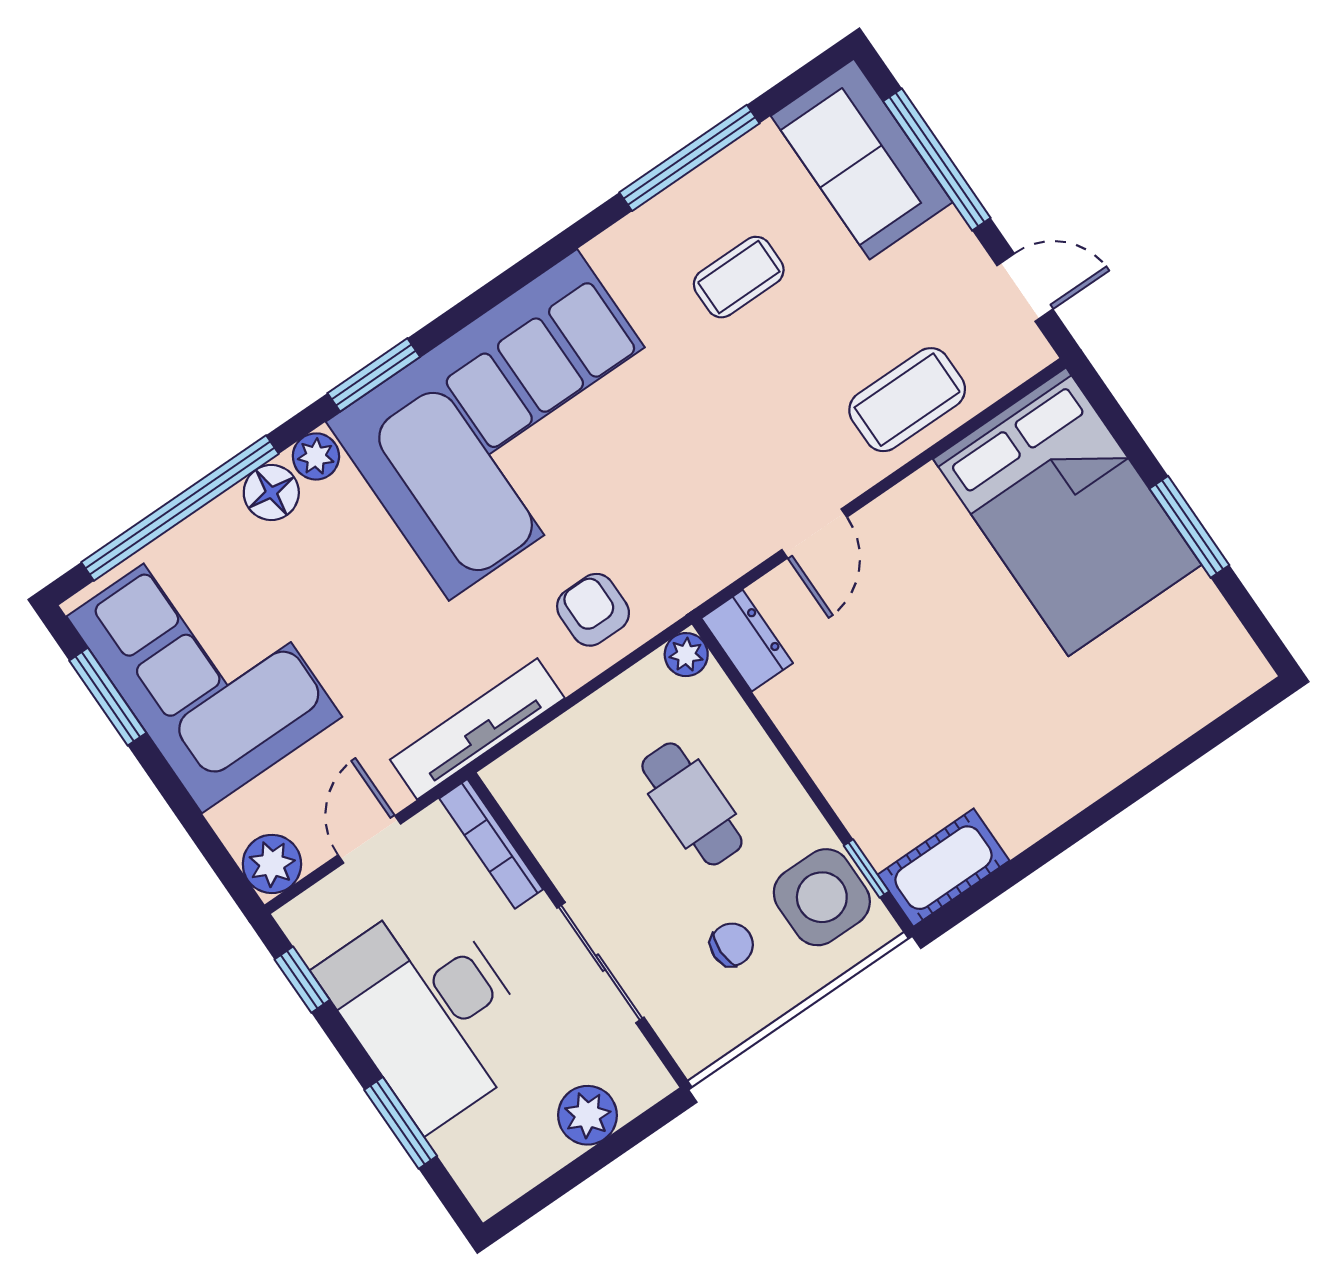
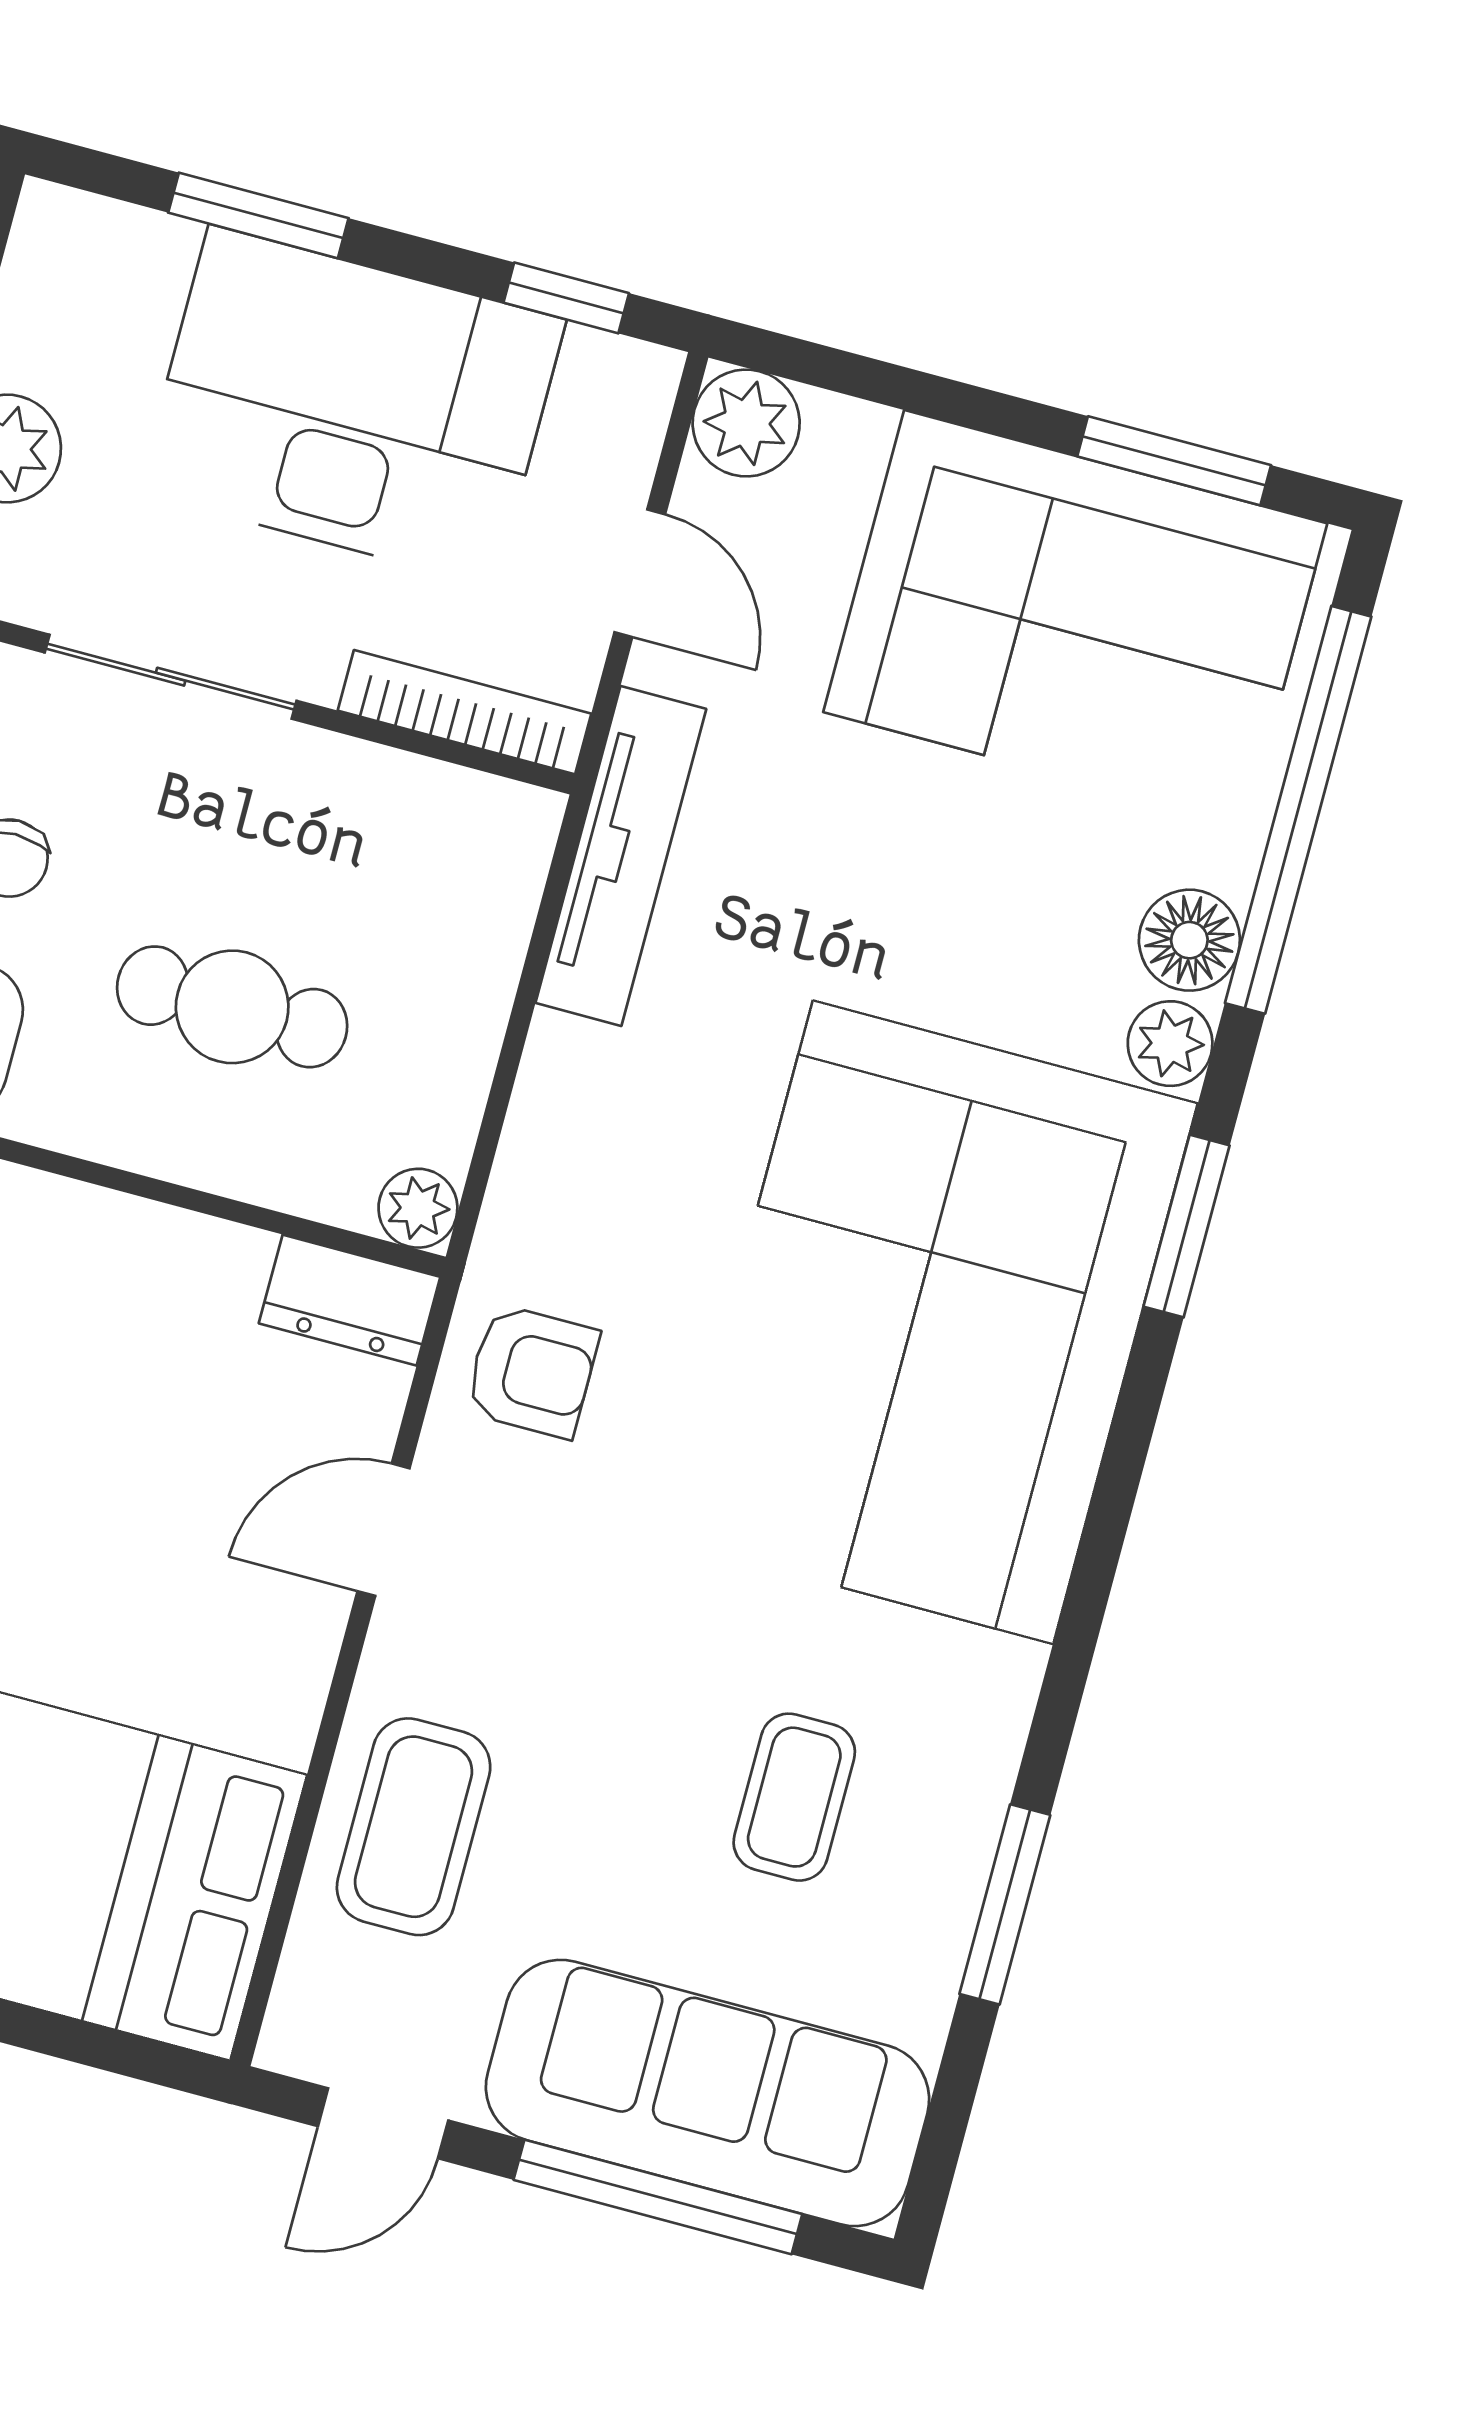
window: (689, 158) -> (1005, 1904), width x0.69
sofa: (862, 159) -> (708, 2093), width x1.36
door: (814, 533) -> (383, 1530), hinge flipped
armchair: (593, 610) -> (532, 1371), moved

